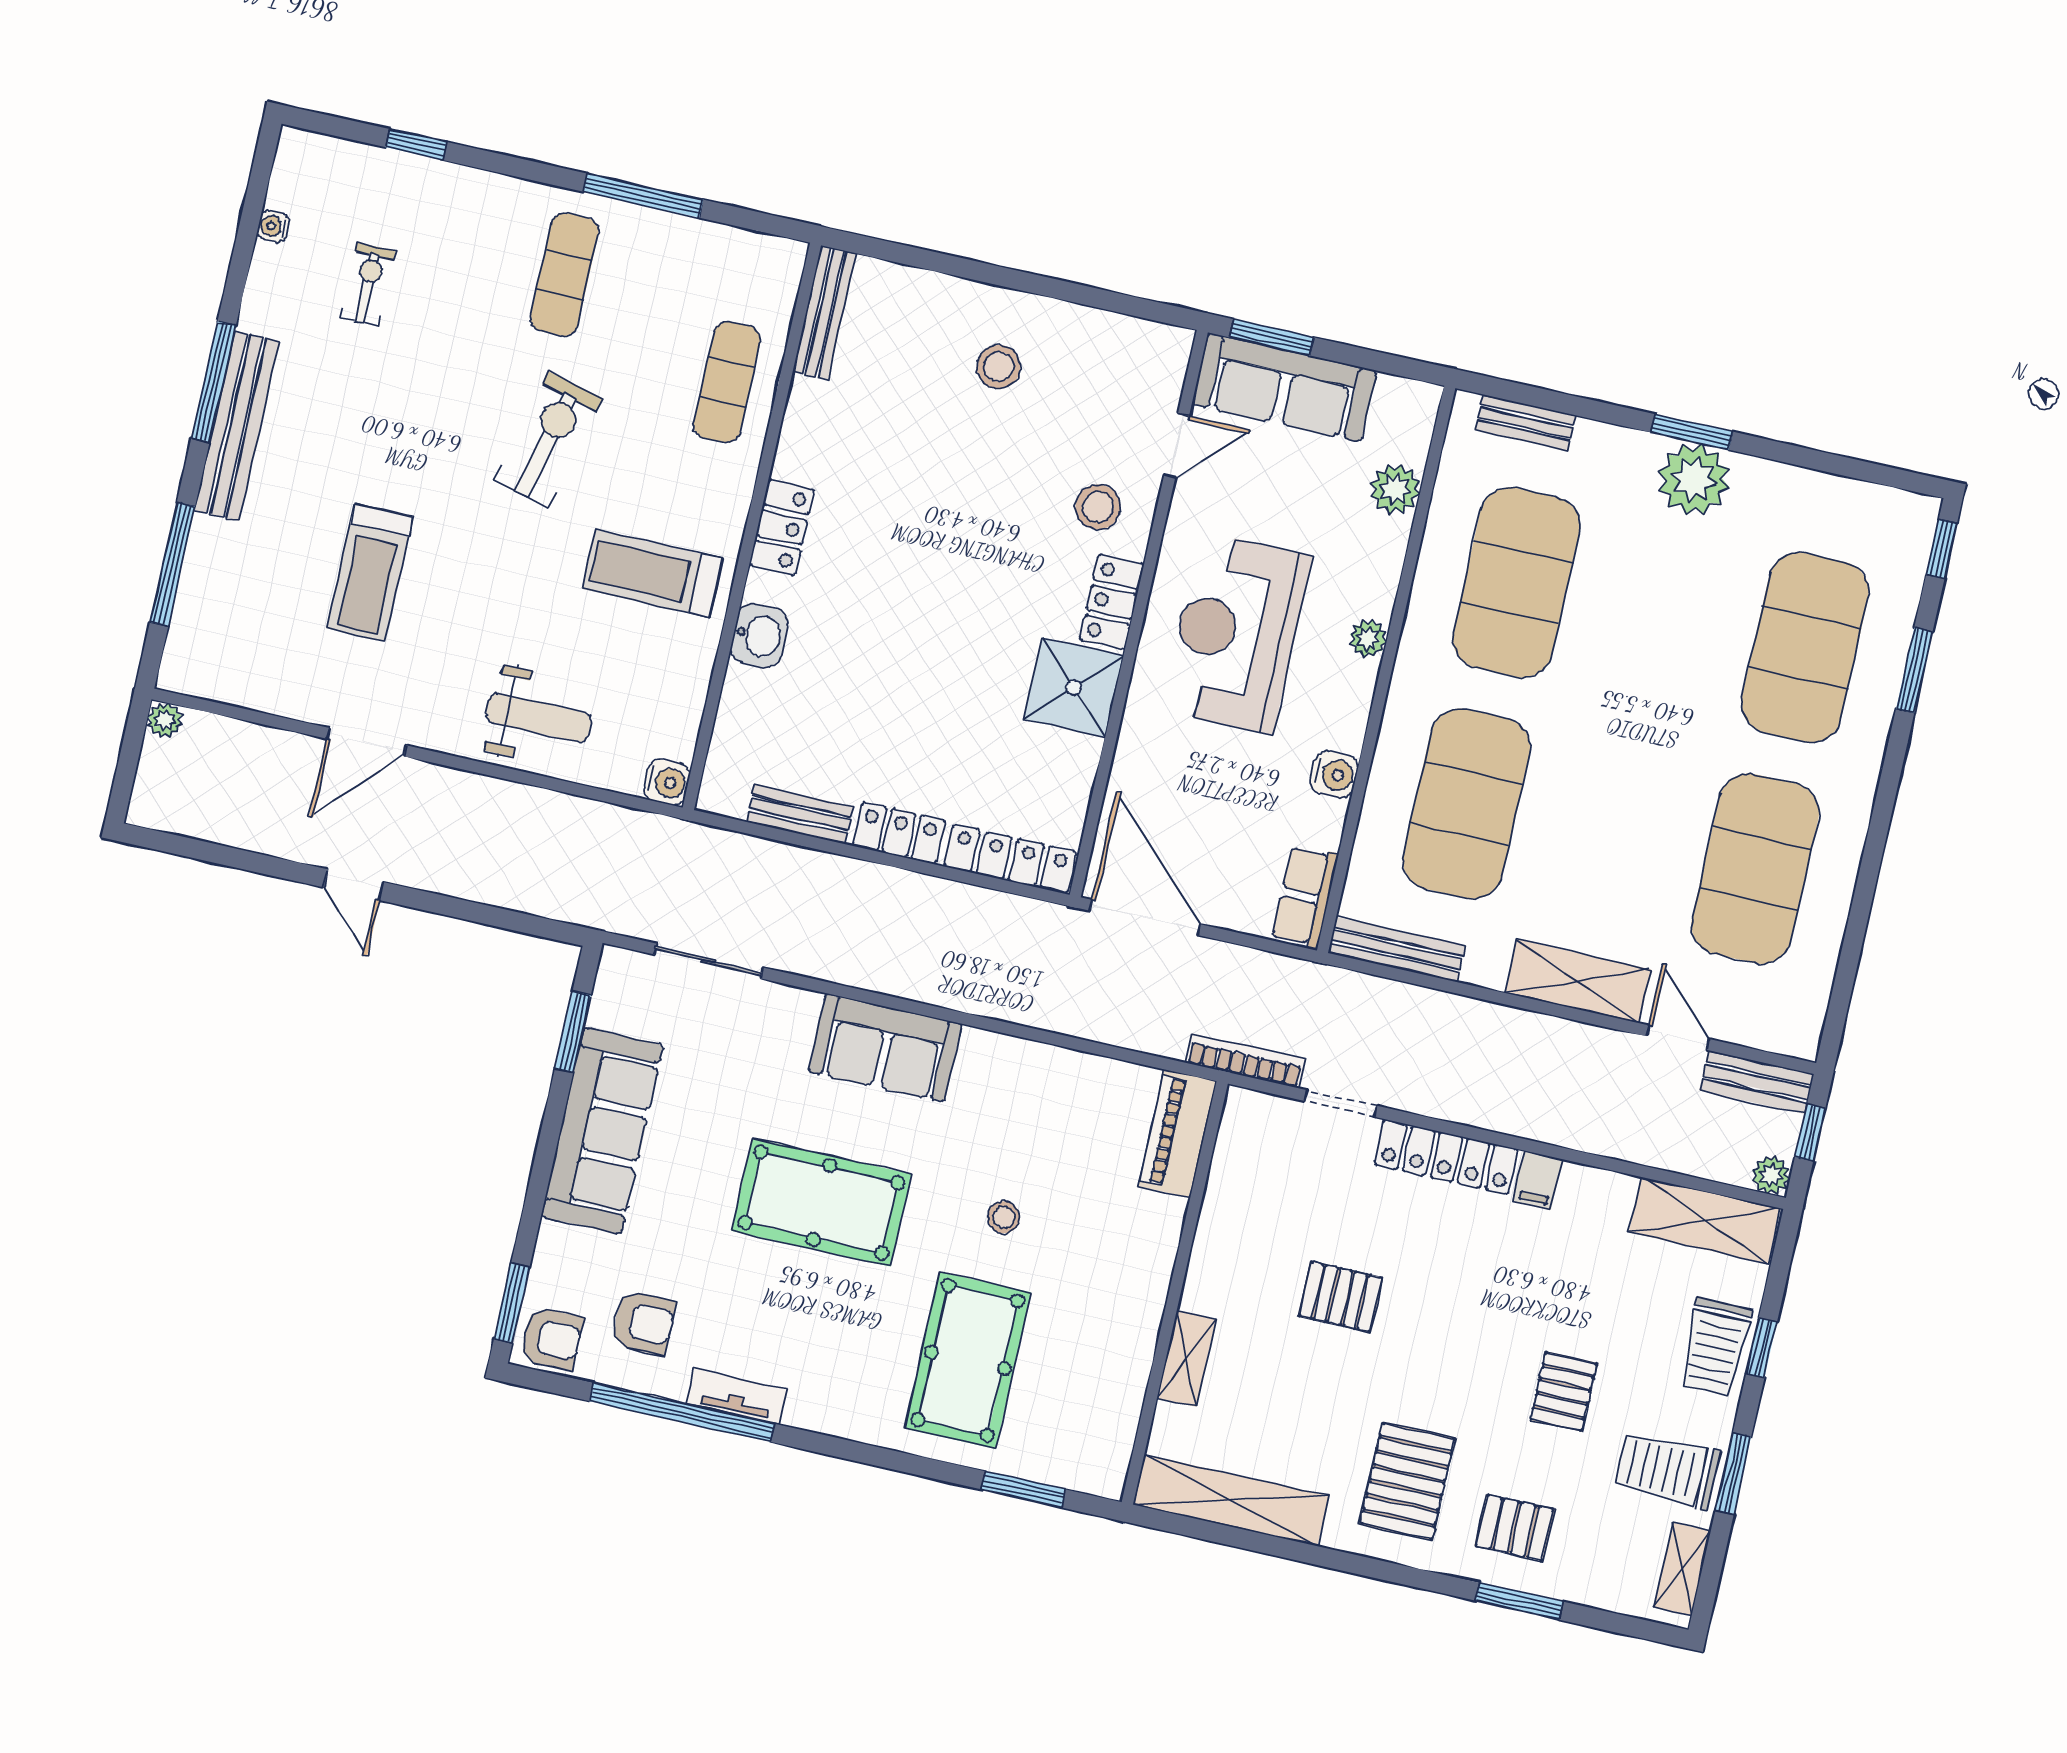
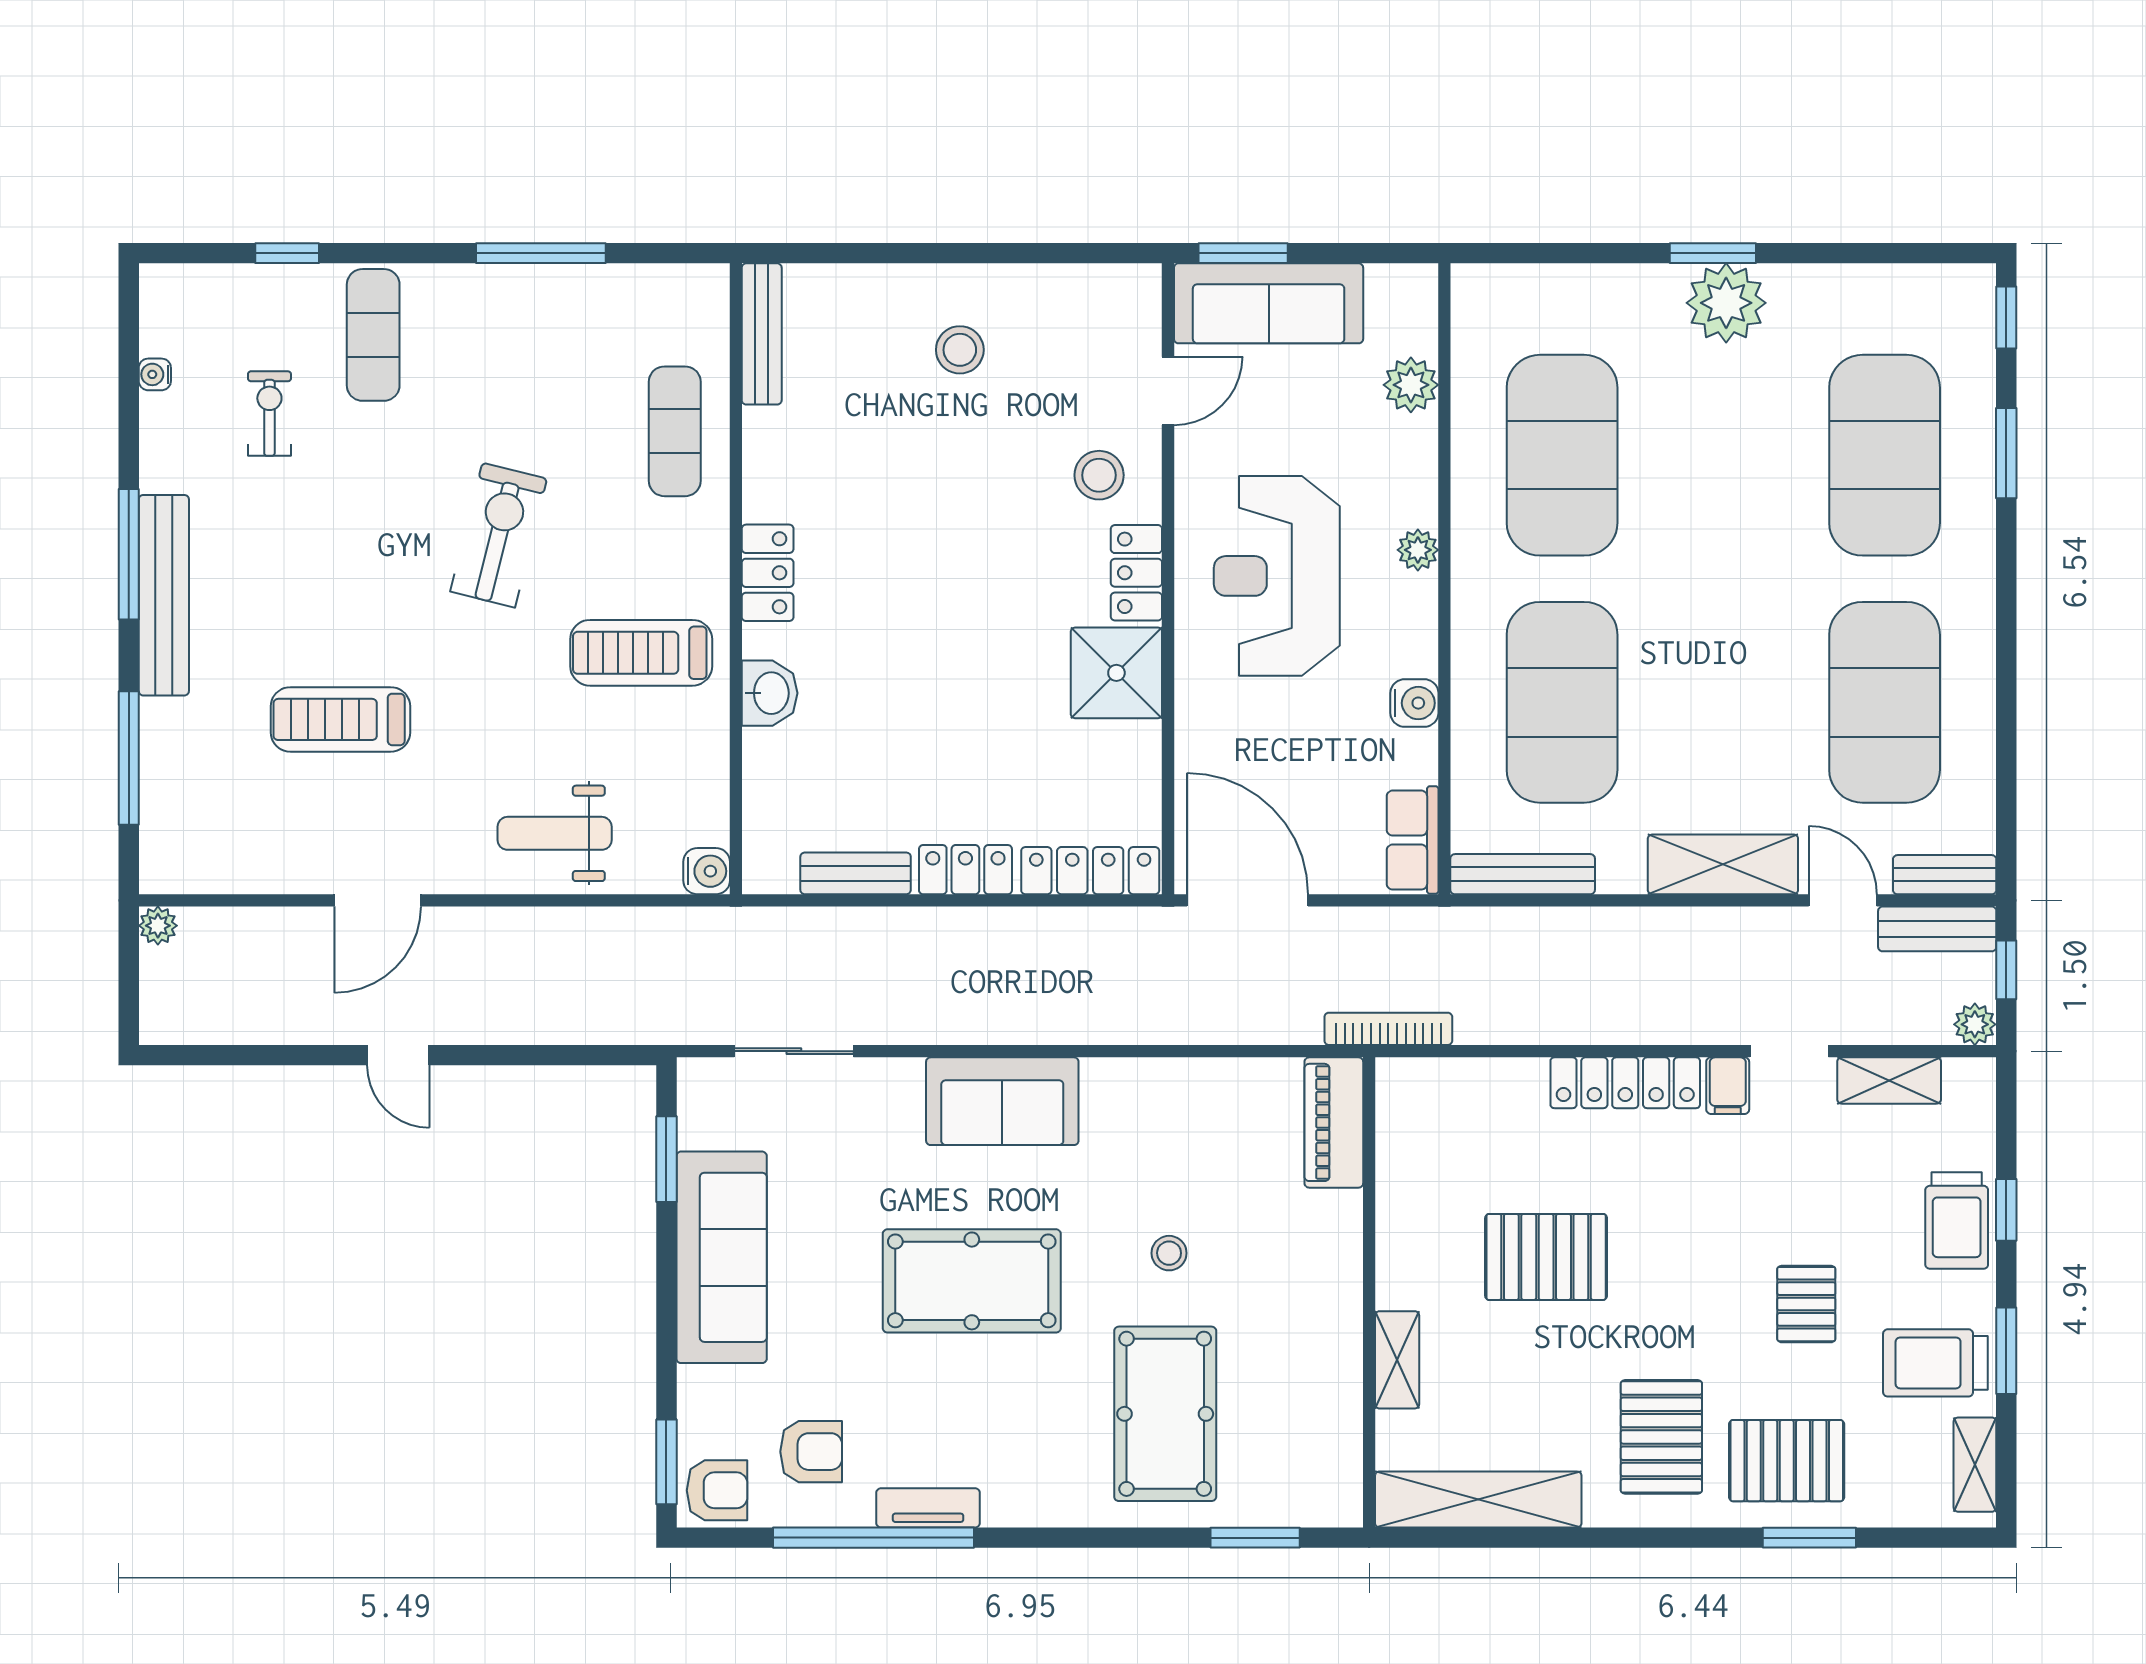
exercise mat: (564, 275) -> (373, 335), moved
bench: (1525, 422) -> (1945, 875), moved
treadmill: (370, 573) -> (340, 719), turned 90
weight bench: (538, 718) -> (555, 833), turned 180
doorway: (1341, 1103) -> (1789, 1051), moved
shelving: (1705, 1220) -> (1889, 1080), width x0.67, depth x0.75
pallet: (1340, 1297) -> (1546, 1257), width x1.50, depth x1.42
pallet: (1515, 1528) -> (1787, 1461), width x1.50, depth x1.42

